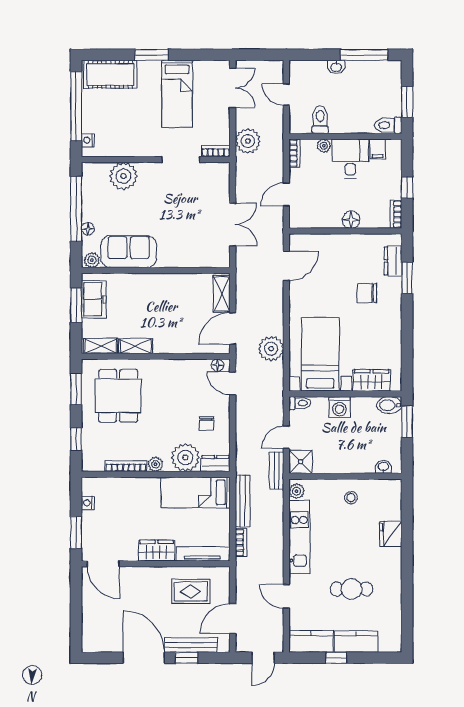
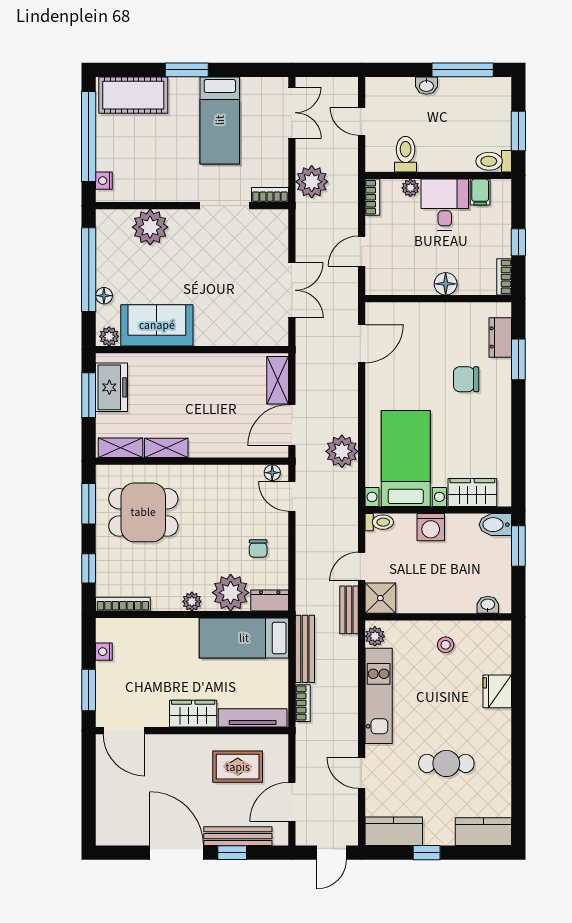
dining table: (118, 396) -> (143, 512), turned 90
bookcase: (126, 466) -> (123, 604), moved
kitchen counter: (356, 642) -> (483, 832), moved

